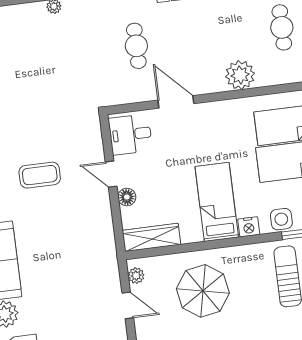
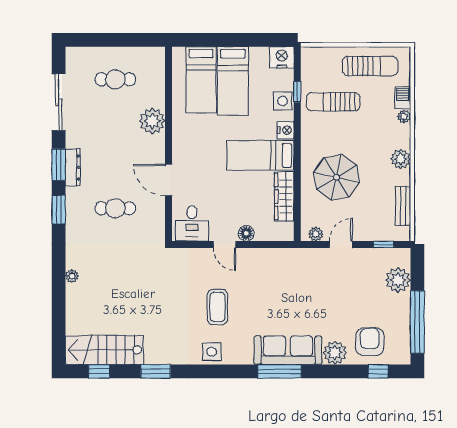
door: (176, 102) -> (169, 180), hinge flipped
door: (111, 174) -> (224, 244), hinge flipped
wardrobe: (151, 237) -> (284, 197), moved

